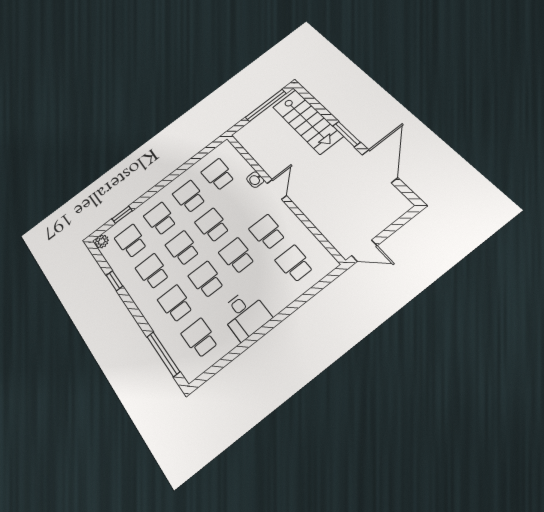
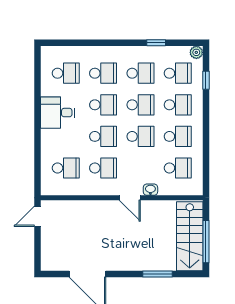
stairs: (307, 122) -> (190, 236), moved, turned -90
window: (346, 134) -> (157, 274), moved
window: (163, 354) -> (74, 43), removed

